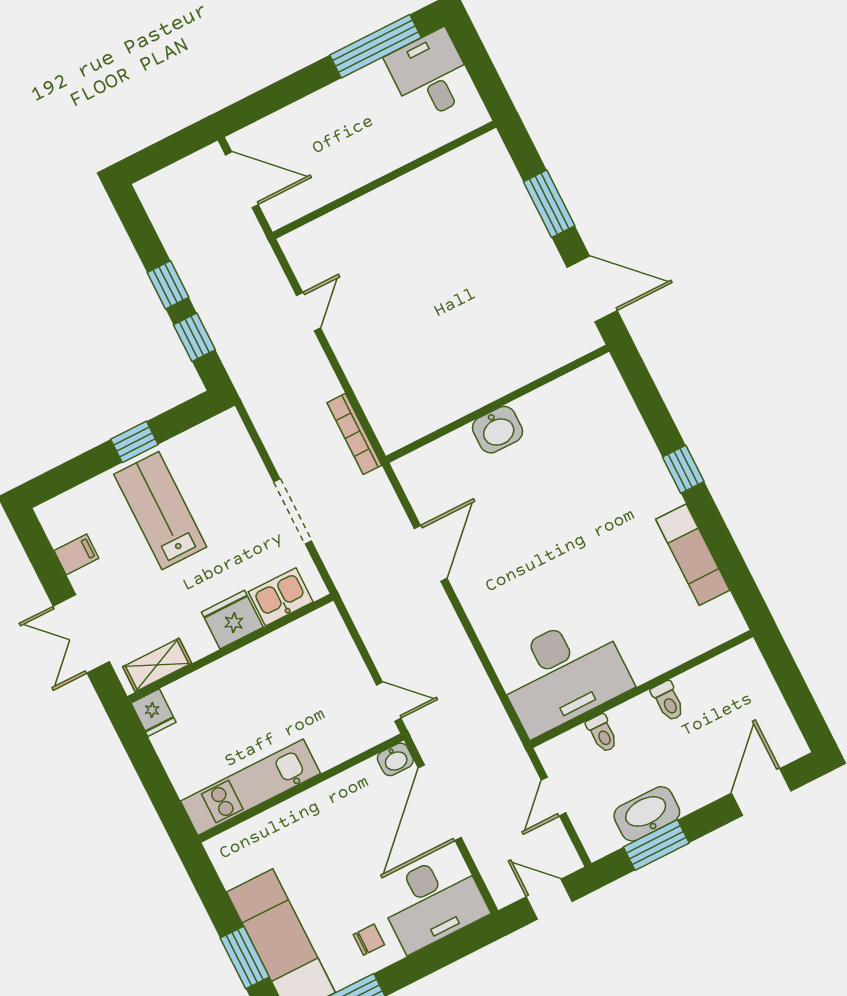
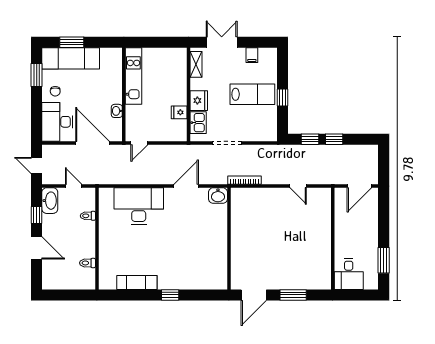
window: (376, 46) -> (384, 260), width x0.69
desk: (431, 75) -> (349, 274), moved, turned 90
washbasin: (497, 430) -> (218, 196), moved, turned -90
door: (431, 553) -> (186, 186), swing flipped
desk: (563, 674) -> (139, 206), moved, turned 90
toilet: (668, 701) -> (87, 263), moved
fridge: (153, 713) -> (179, 112), moved
washbasin: (395, 759) -> (117, 111), moved
door: (761, 792) -> (37, 248), moved
washbasin: (647, 814) -> (50, 201), moved
window: (656, 845) -> (37, 215), width x0.67
door: (549, 899) -> (37, 165), swing flipped

